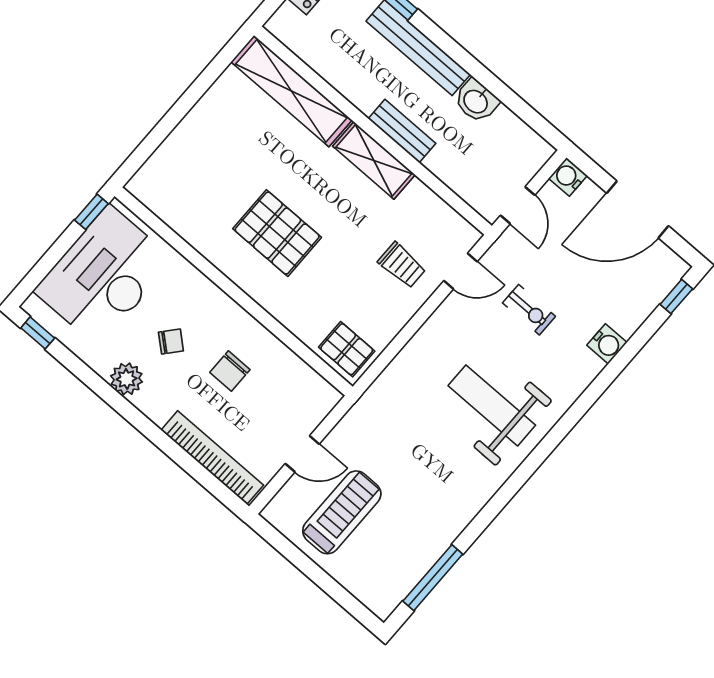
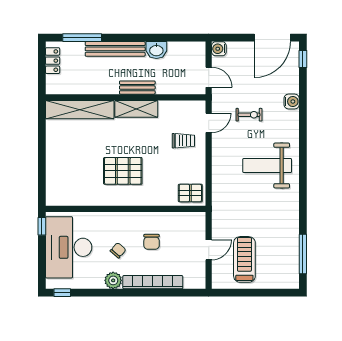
door: (638, 209) -> (272, 38), moved
bookcase: (212, 458) -> (153, 282), moved

